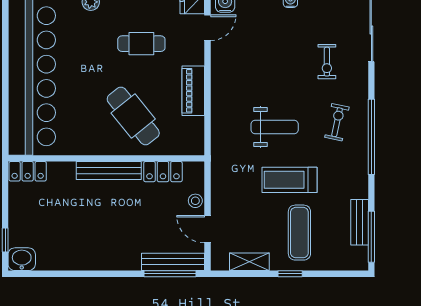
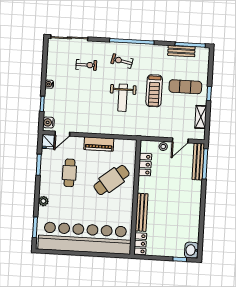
door: (207, 28) -> (62, 134), swing flipped
weight bench: (275, 127) -> (123, 98), turned 180
bench: (109, 170) -> (142, 212), moved

